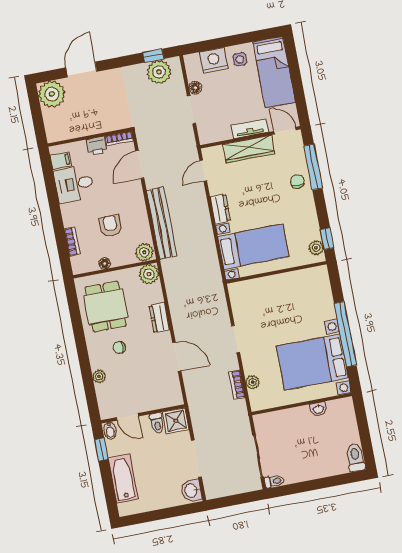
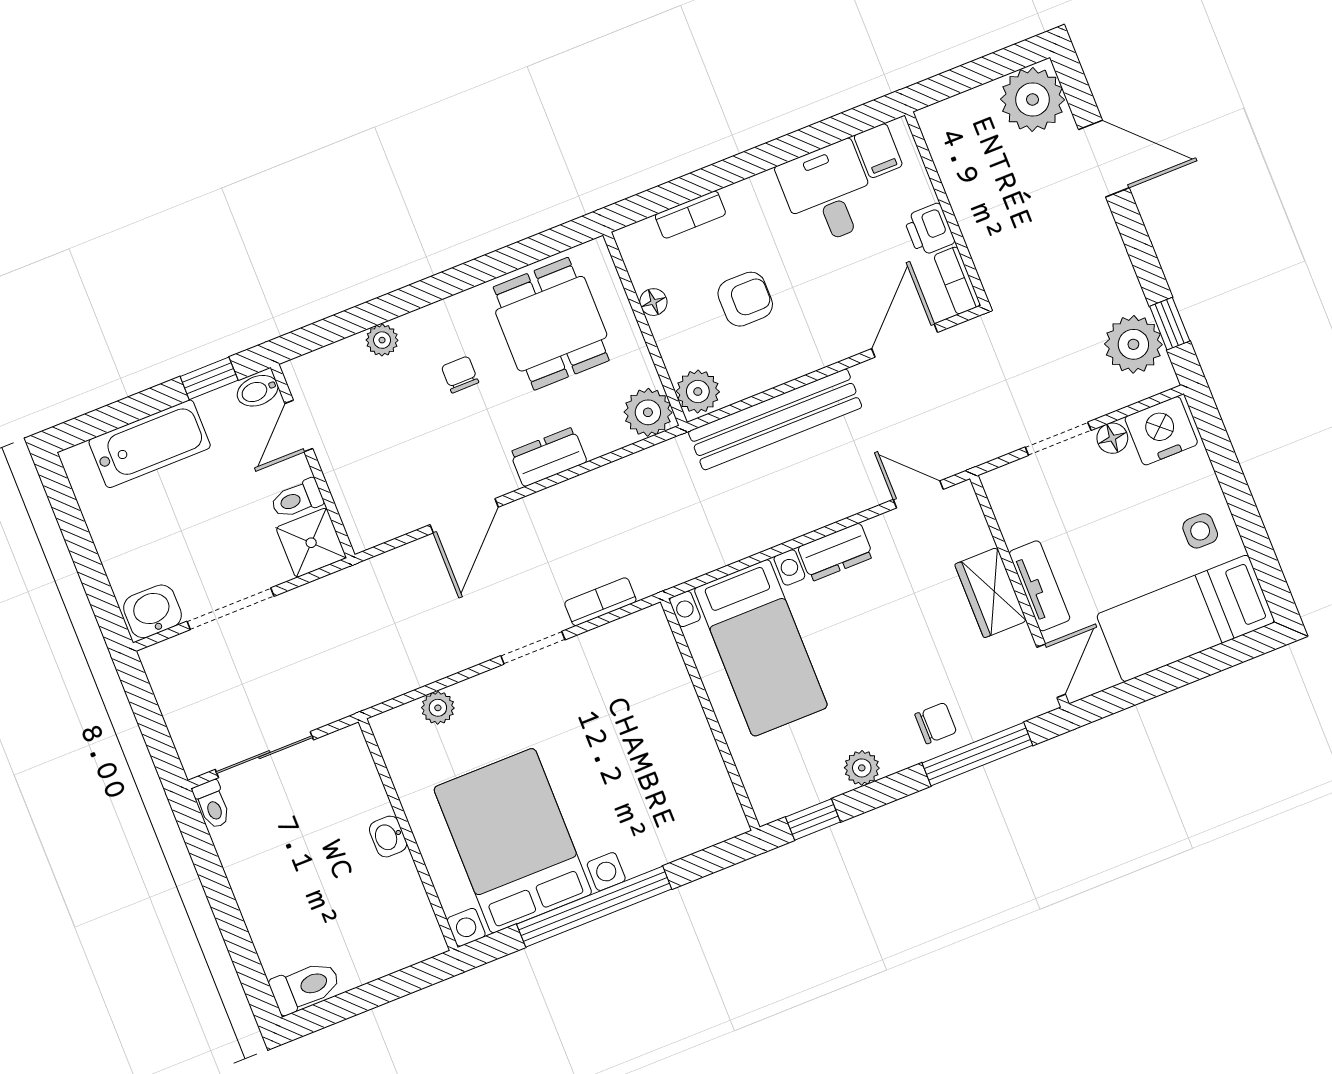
nightstand: (214, 60) -> (1161, 431), moved, turned -90
wardrobe: (249, 149) -> (991, 593), width x0.67
door: (140, 164) -> (905, 341), hinge flipped
plant: (316, 248) -> (862, 768), moved
dining table: (106, 307) -> (551, 324), turned 90
bookcase: (237, 385) -> (600, 602), moved
washbasin: (318, 409) -> (388, 837), moved

